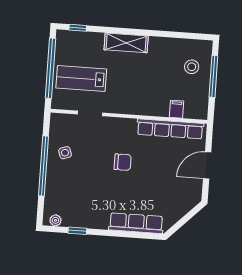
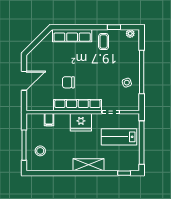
lab bench: (81, 78) -> (119, 137), turned 180
fridge: (133, 102) -> (81, 122), added
row of seats: (170, 129) -> (77, 105), moved
chair: (123, 162) -> (68, 82), moved
coffee table: (93, 212) -> (104, 42), added

